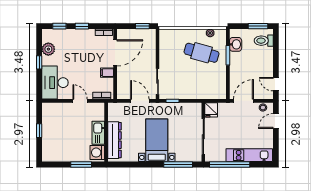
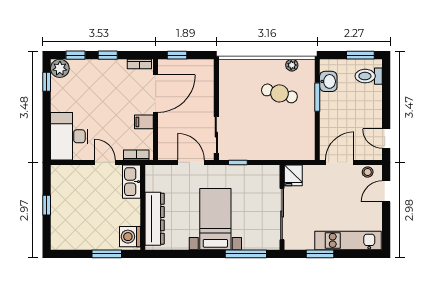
window: (142, 26) -> (177, 55), moved
plant: (48, 49) -> (60, 68), moved
cafe table: (201, 53) -> (279, 93), width x0.73, depth x0.74
window: (39, 62) -> (47, 82), moved
kitchen sink: (98, 133) -> (131, 182), moved
window: (230, 165) -> (320, 254), width x0.47

